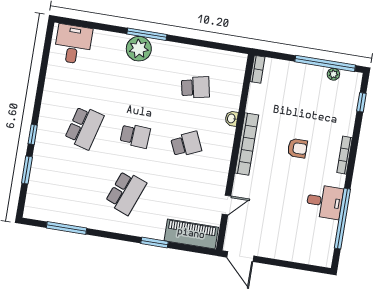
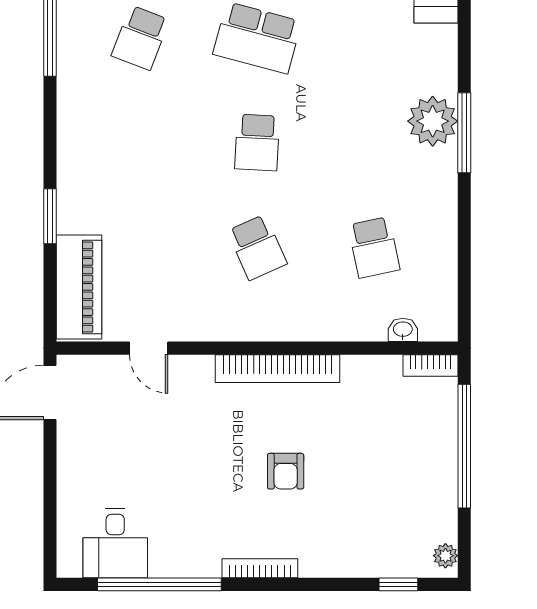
window: (325, 63) -> (464, 446), moved
plant: (333, 74) -> (445, 556), moved
washbasin: (232, 119) -> (403, 330), moved
bookcase: (345, 155) -> (260, 568), moved
school desk: (126, 193) -> (140, 38), moved, width x0.54
desk: (325, 202) -> (115, 543), moved

